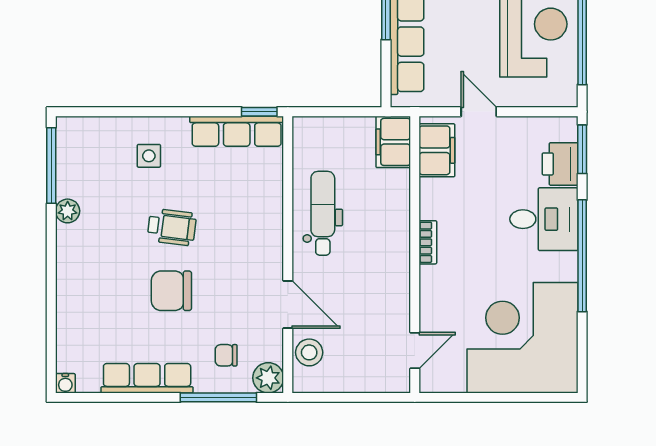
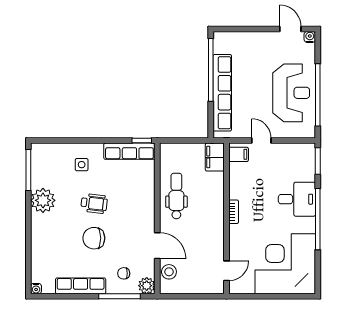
filing cabinet: (437, 150) -> (239, 154), width x0.50
printer: (560, 164) -> (306, 169), removed
plant: (68, 211) -> (43, 200), width x1.88, depth x1.88

